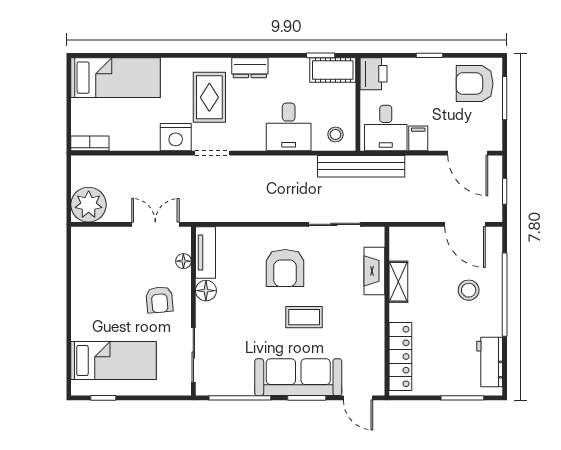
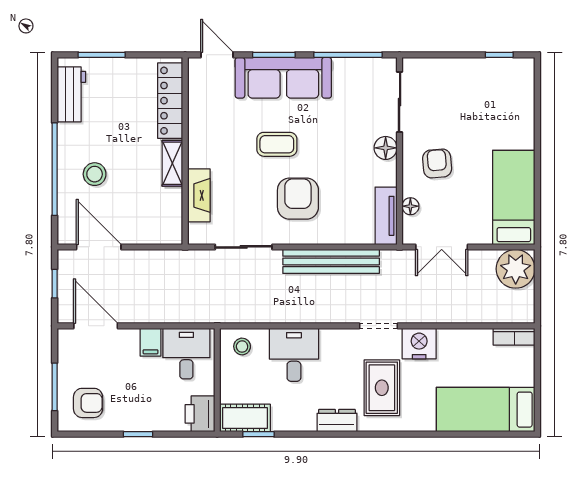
armchair: (475, 84) -> (88, 403), width x0.72, depth x0.72
bench: (361, 166) -> (331, 261), moved
shelving: (398, 282) -> (172, 163), moved
floor lamp: (206, 291) -> (386, 148), moved
bed: (114, 360) -> (514, 197), moved, turned 90

